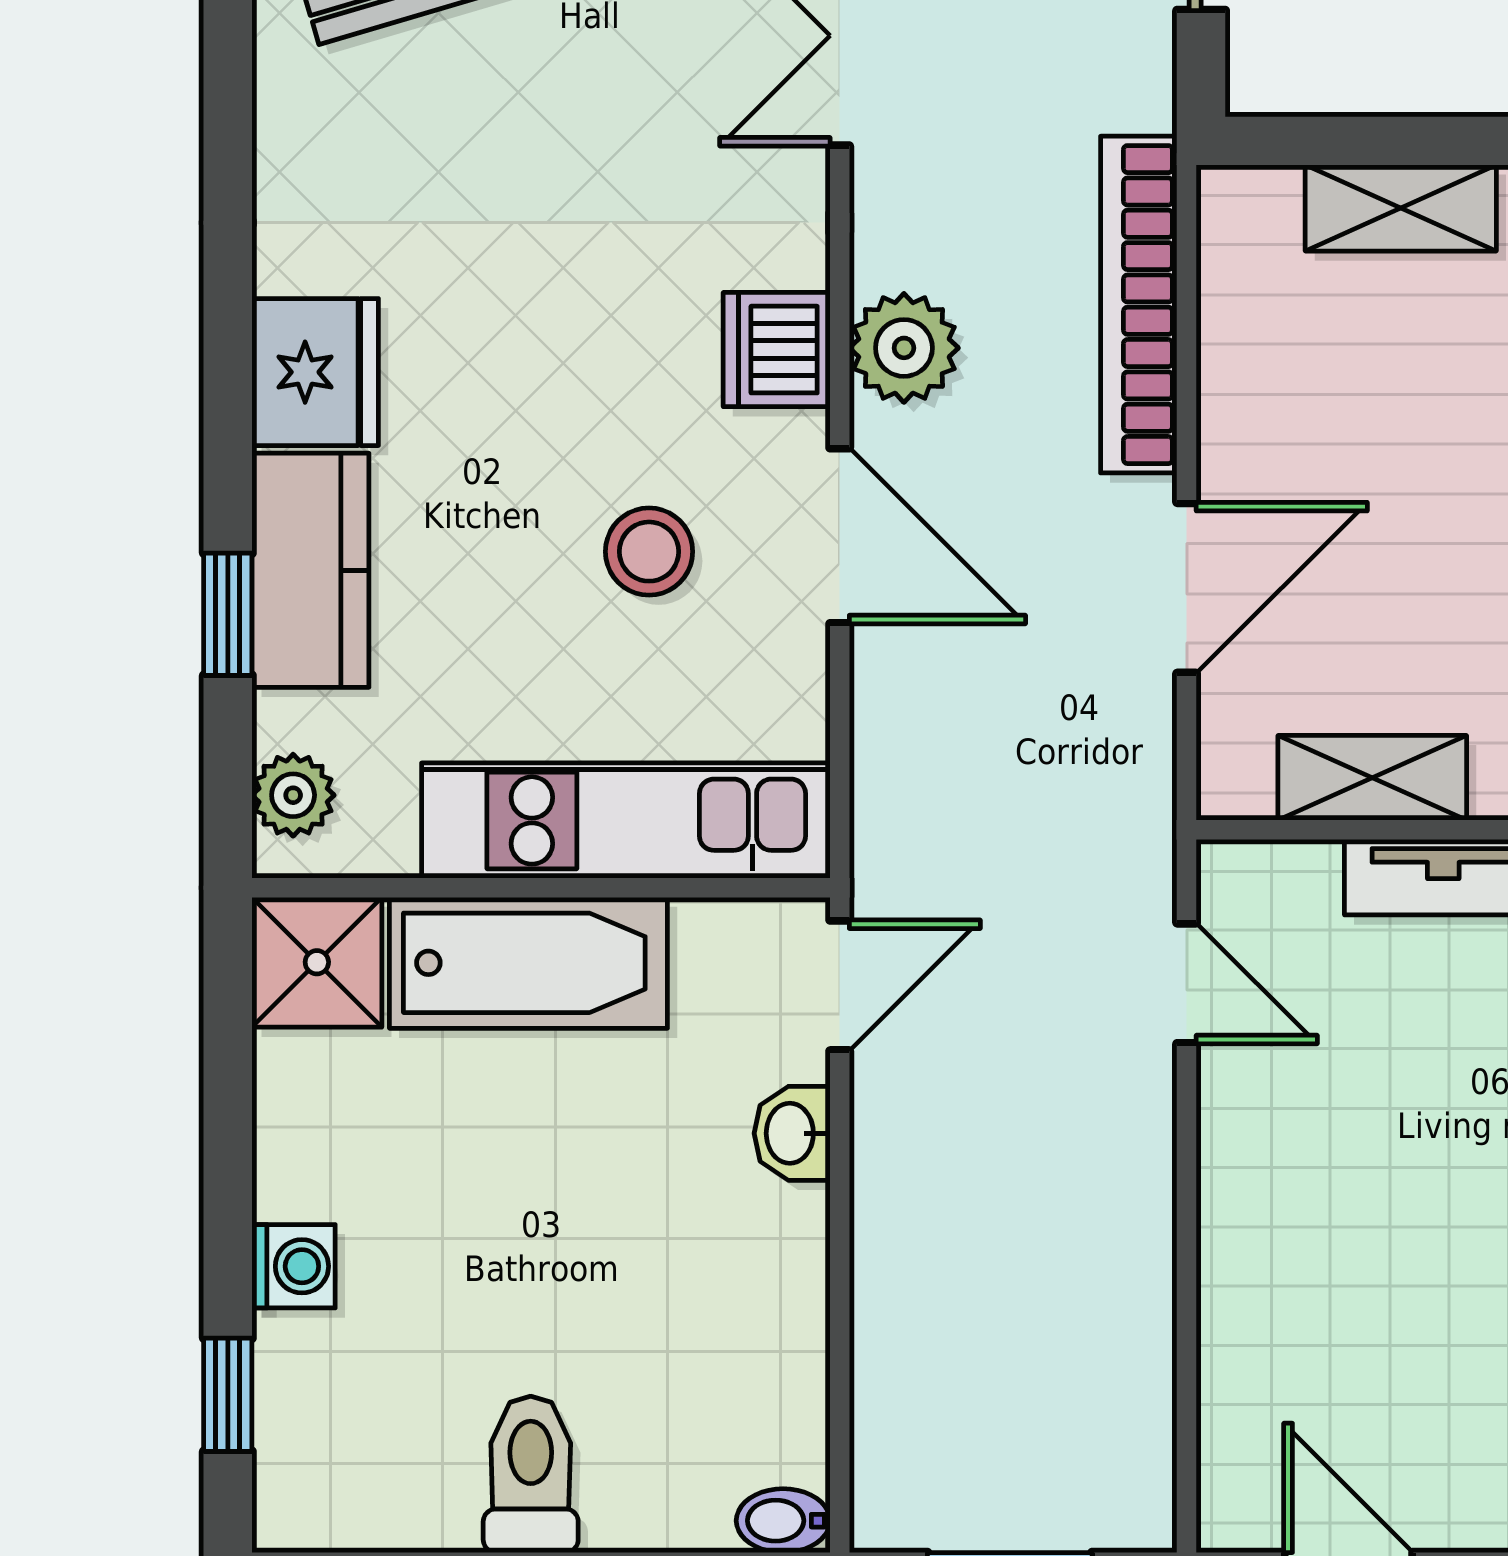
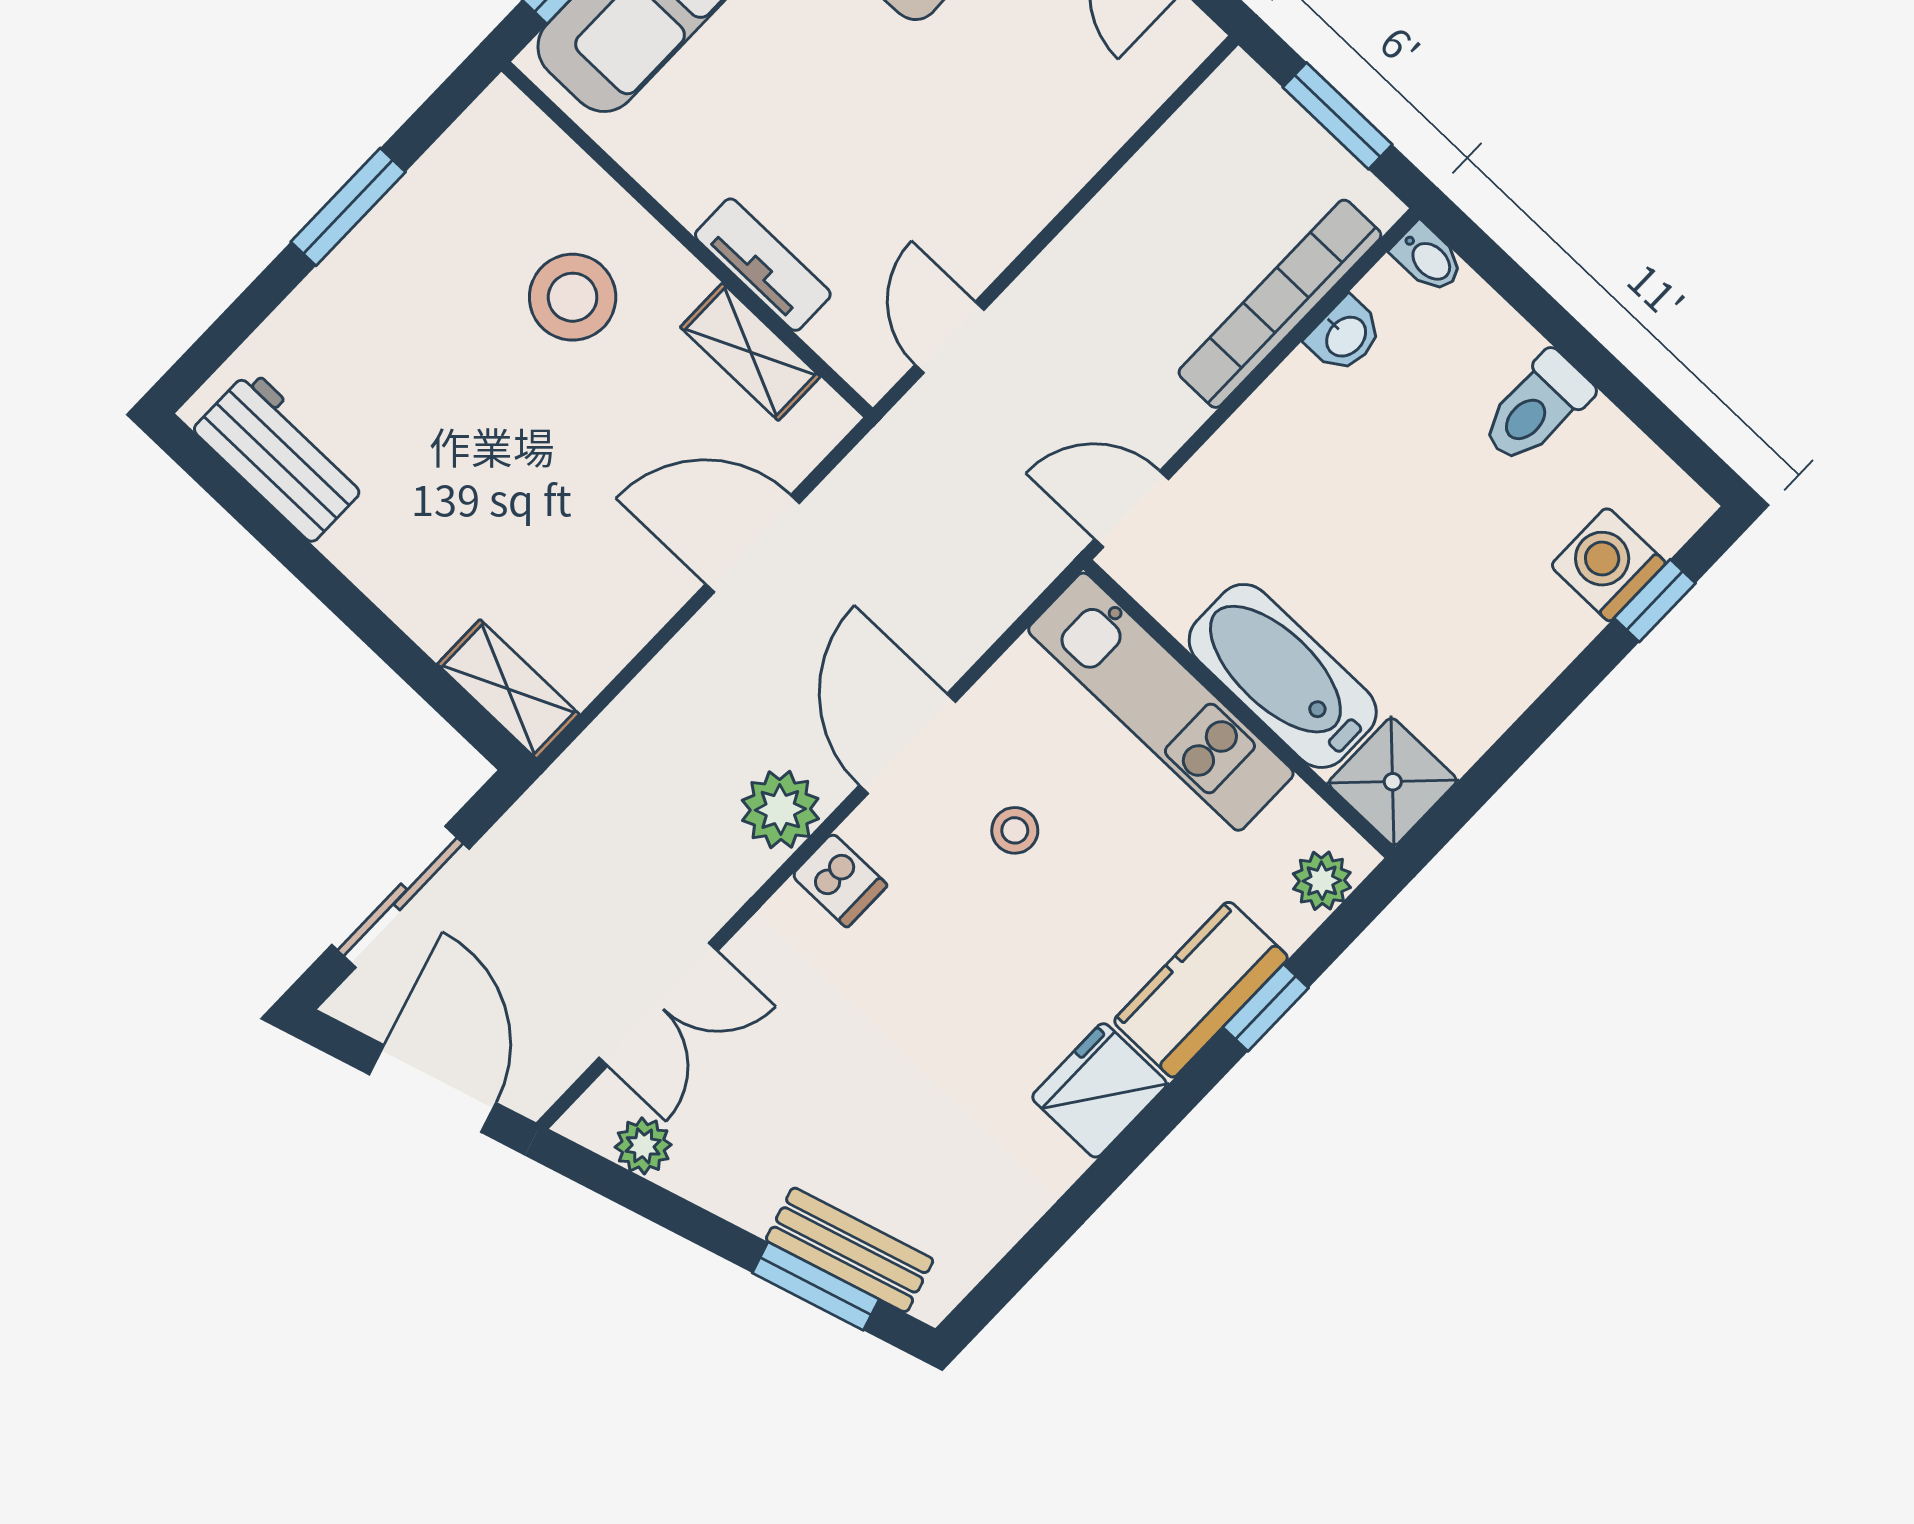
shelving: (1401, 208) -> (508, 689), moved
bookcase: (1139, 305) -> (1280, 304), moved, turned 180
dishwasher: (777, 350) -> (840, 880), width x0.73
stool: (649, 552) -> (1015, 830), width x0.73, depth x0.73
washbasin: (792, 1133) -> (1345, 335), moved
washing machine: (294, 1266) -> (1608, 564), moved, width x1.38, depth x1.38

